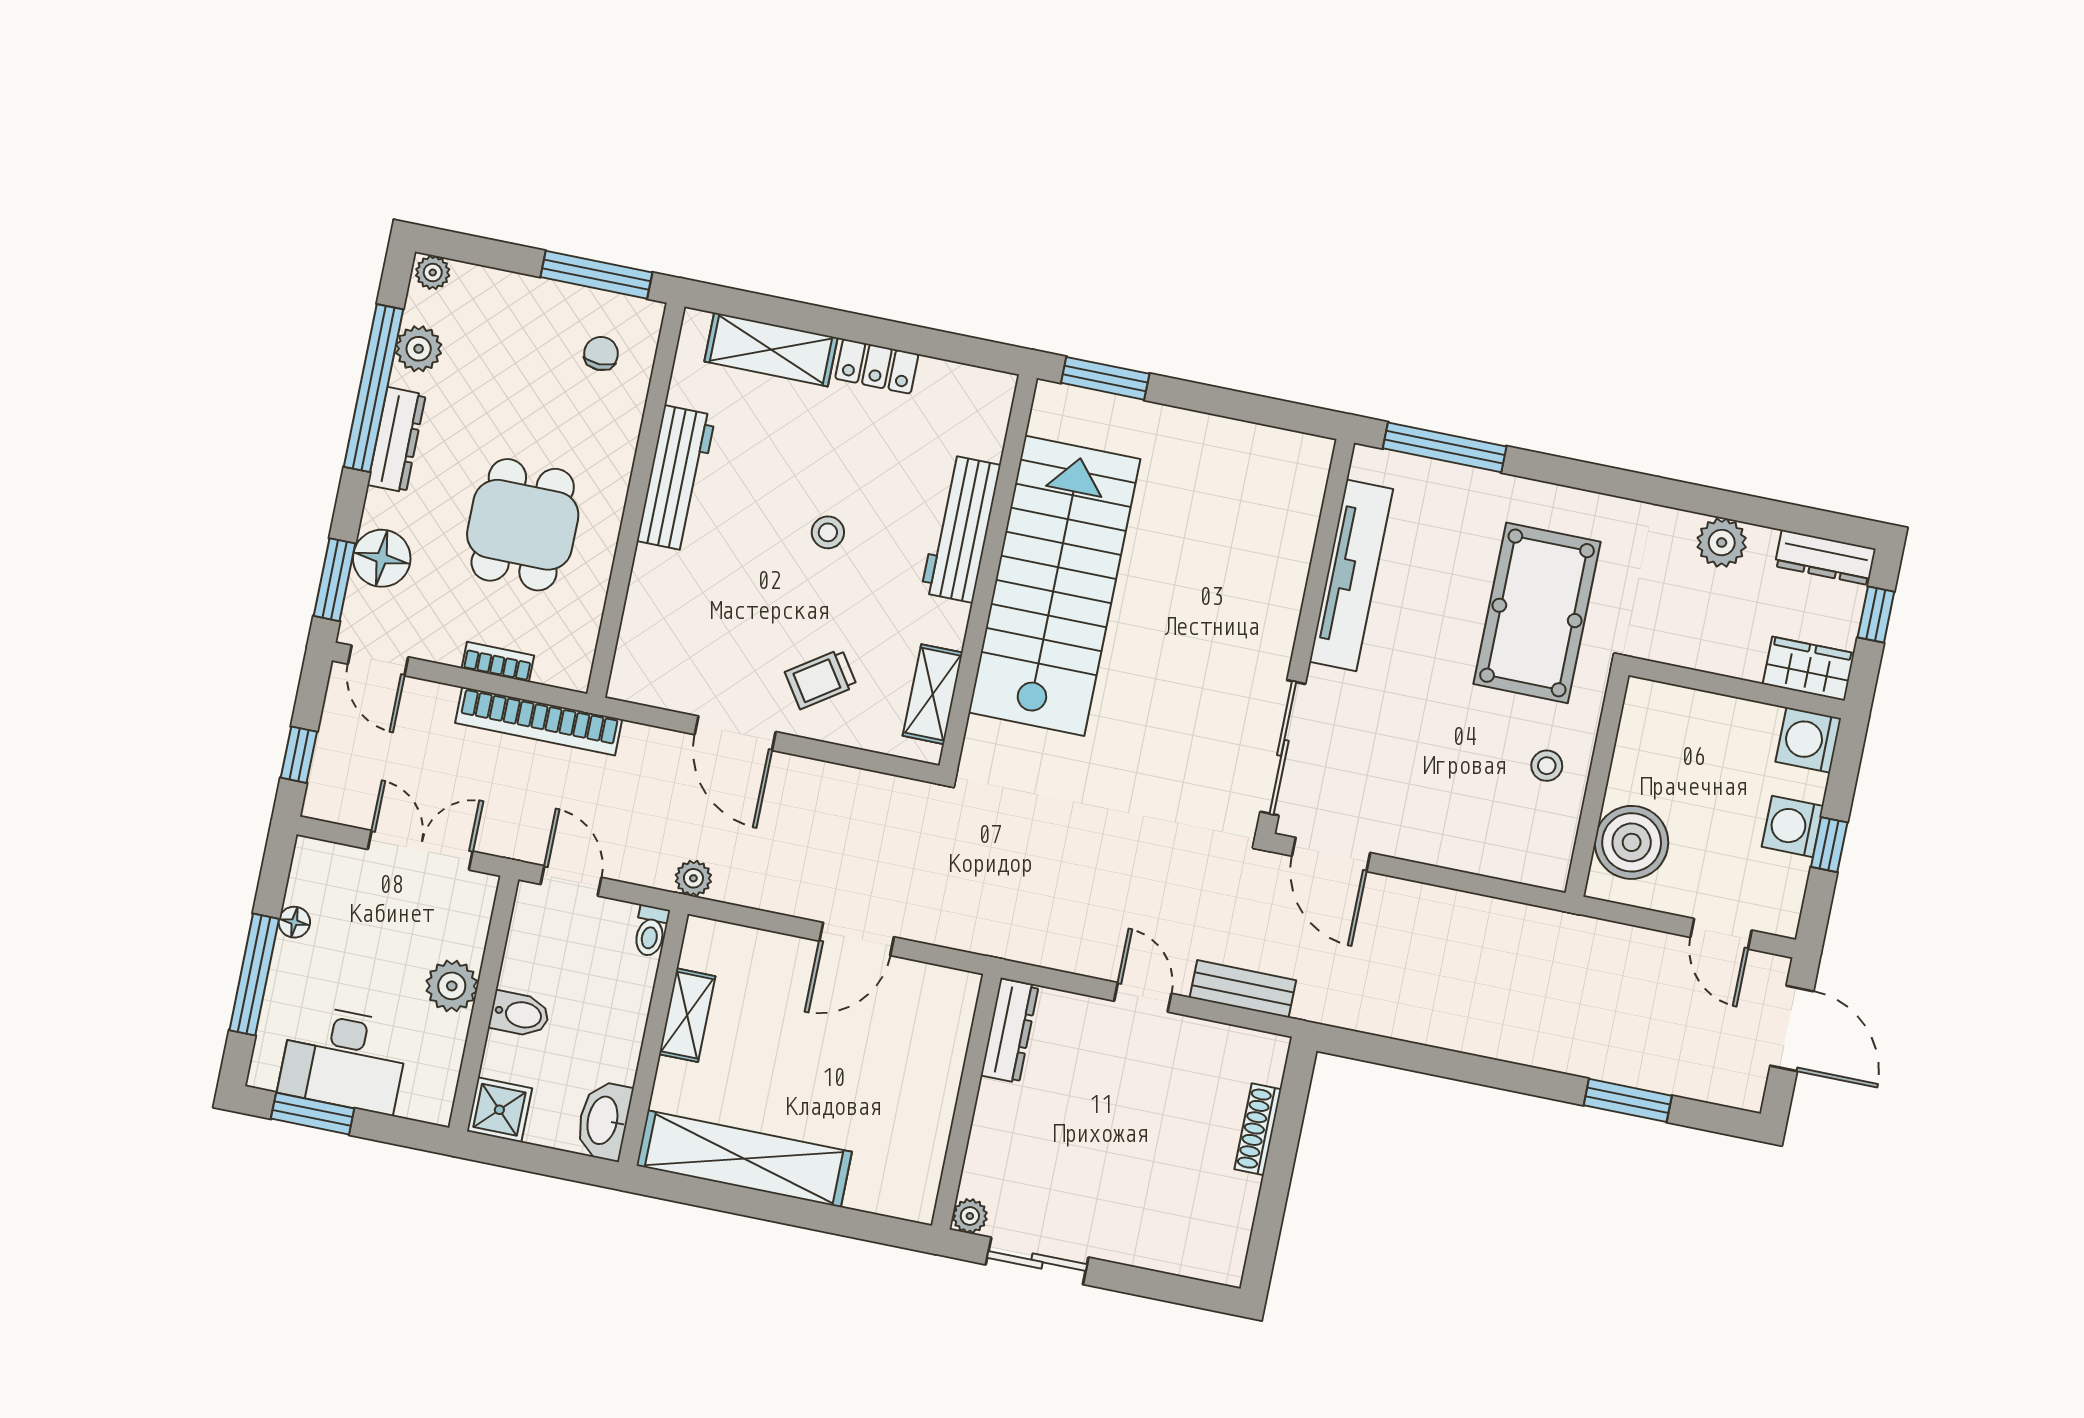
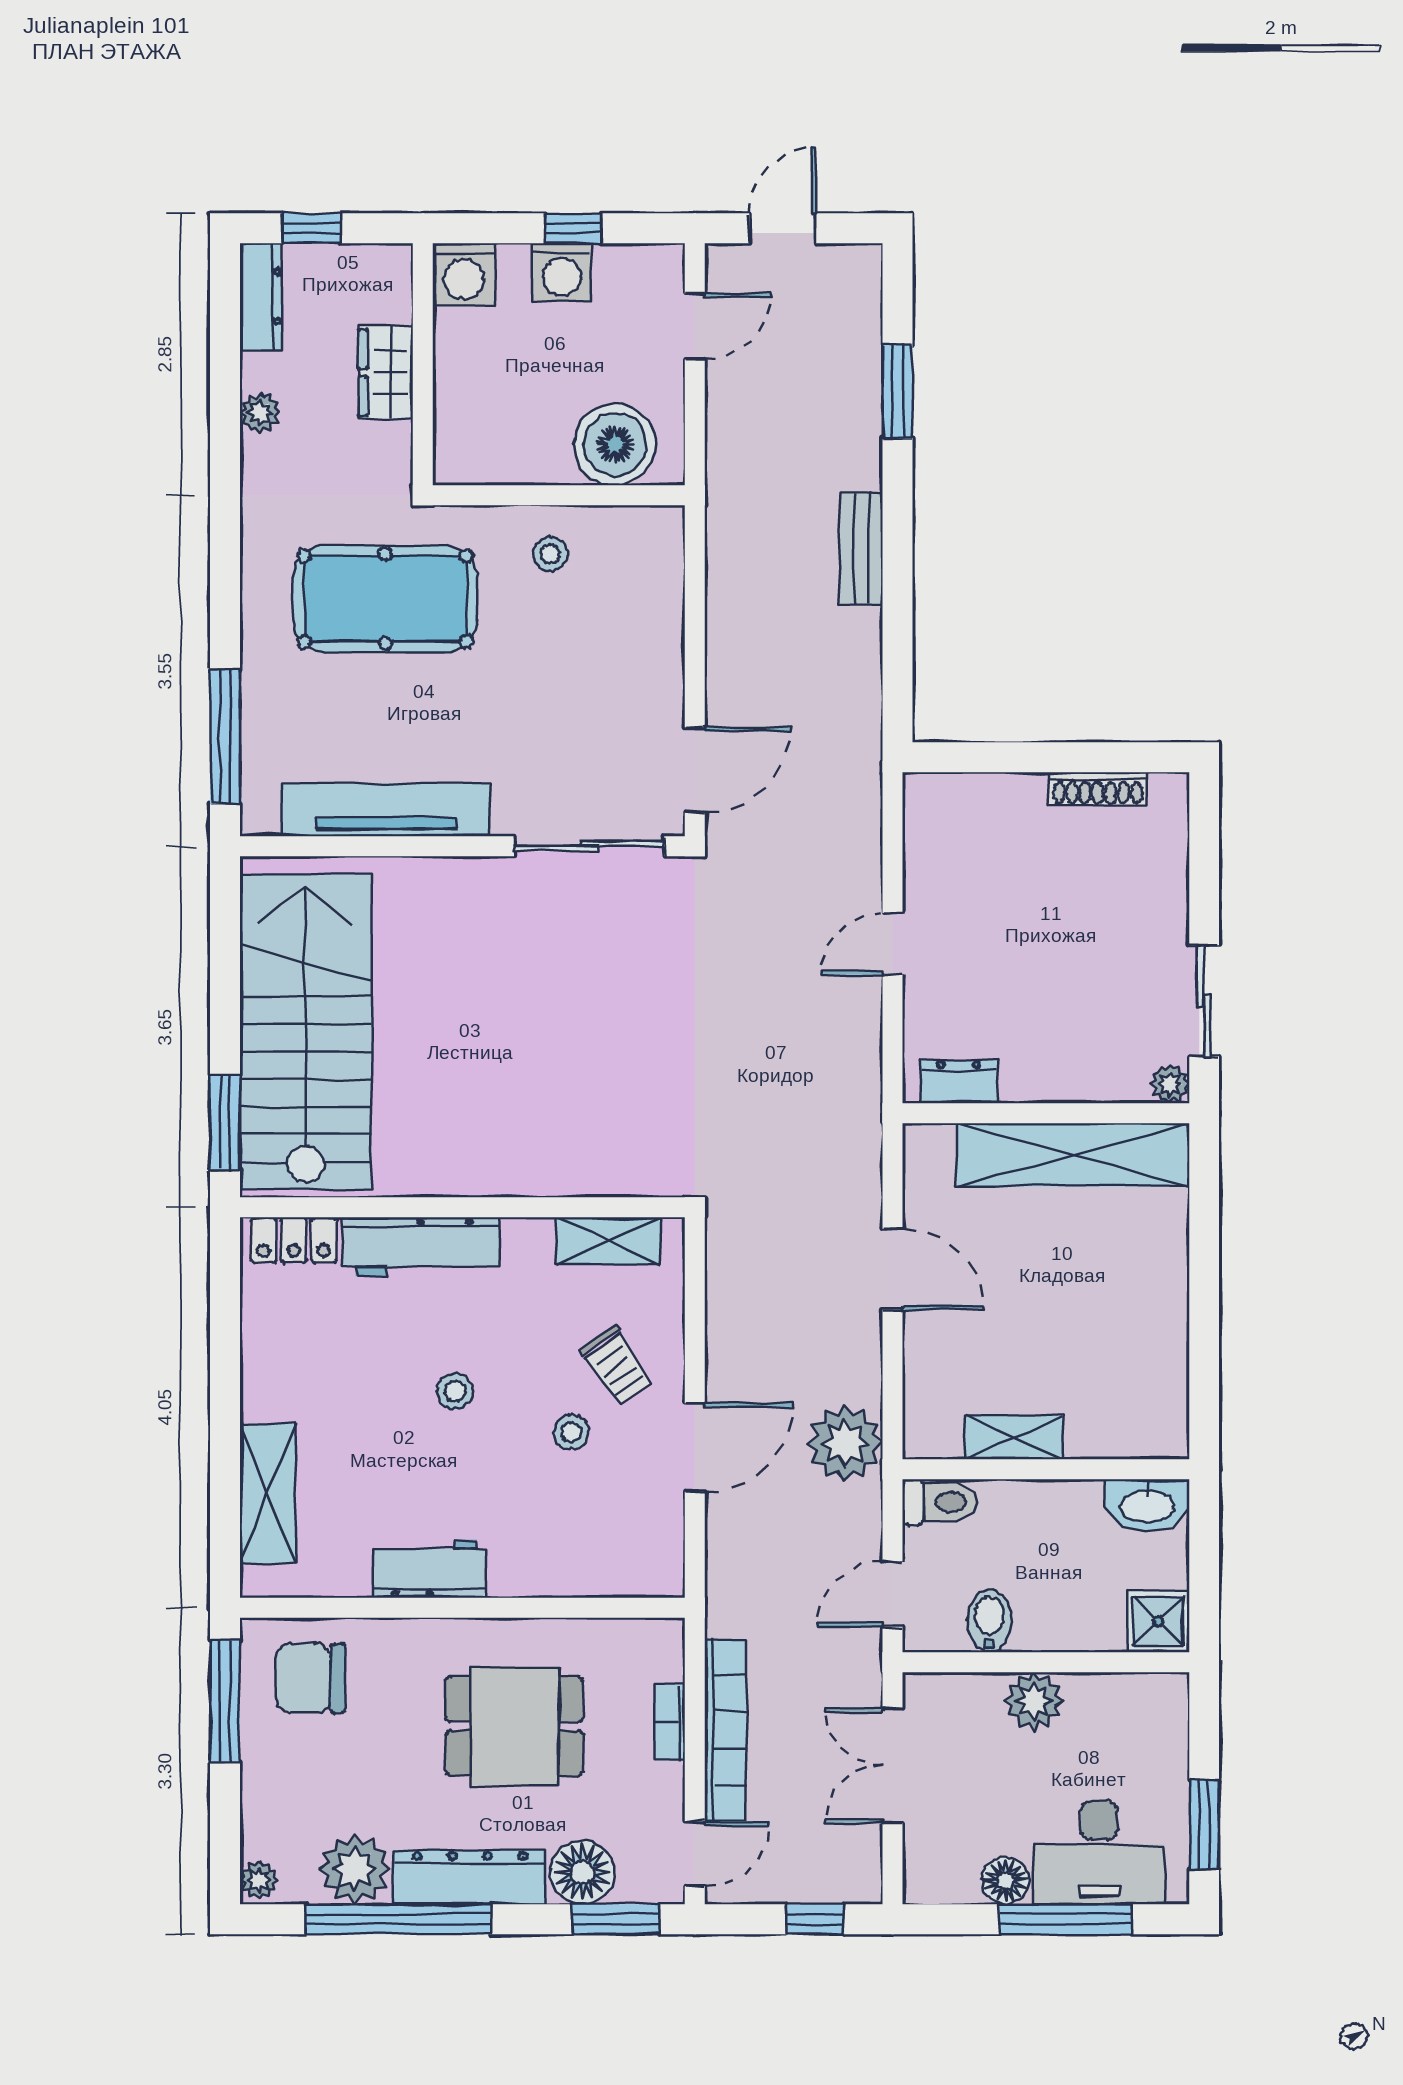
plant: (419, 349) -> (355, 1869), width x1.36, depth x1.36
chair: (601, 354) -> (310, 1678), width x1.87, depth x1.87
locker: (877, 366) -> (294, 1240), moved, turned 90
dresser: (397, 440) -> (470, 1877), width x1.37, depth x1.24
workbench: (676, 478) -> (430, 1569), width x0.73
plant: (1722, 543) -> (260, 413), width x0.73, depth x0.73
stairs: (1054, 586) -> (306, 1032), moved, turned 90
stool: (771, 627) -> (571, 1432), added
wardrobe: (1809, 669) -> (386, 372), moved
bookcase: (539, 721) -> (725, 1730), moved
plant: (693, 878) -> (845, 1443), width x1.88, depth x1.88
floor lamp: (294, 922) -> (1006, 1881), width x1.37, depth x1.37
toilet: (651, 931) -> (940, 1502), width x1.37, depth x1.39
bench: (1243, 989) -> (861, 549), moved
bidet: (520, 1014) -> (989, 1621), moved
door: (1792, 1028) -> (782, 228), width x0.73
dresser: (1010, 1031) -> (959, 1082), width x0.70
desk: (344, 1059) -> (1099, 1853), moved, turned 90
shoe rack: (1258, 1129) -> (1098, 789), moved
shelving: (744, 1159) -> (1073, 1155), moved, turned 90

